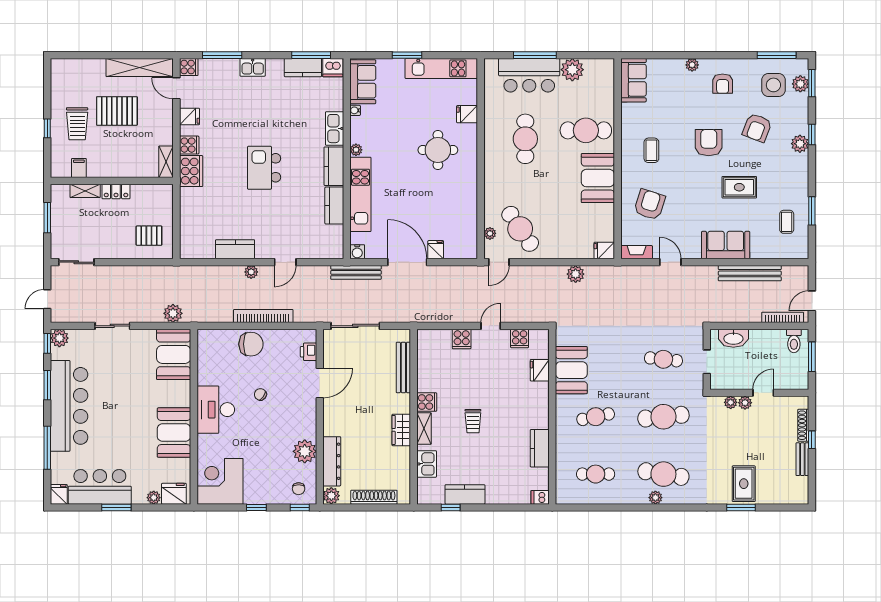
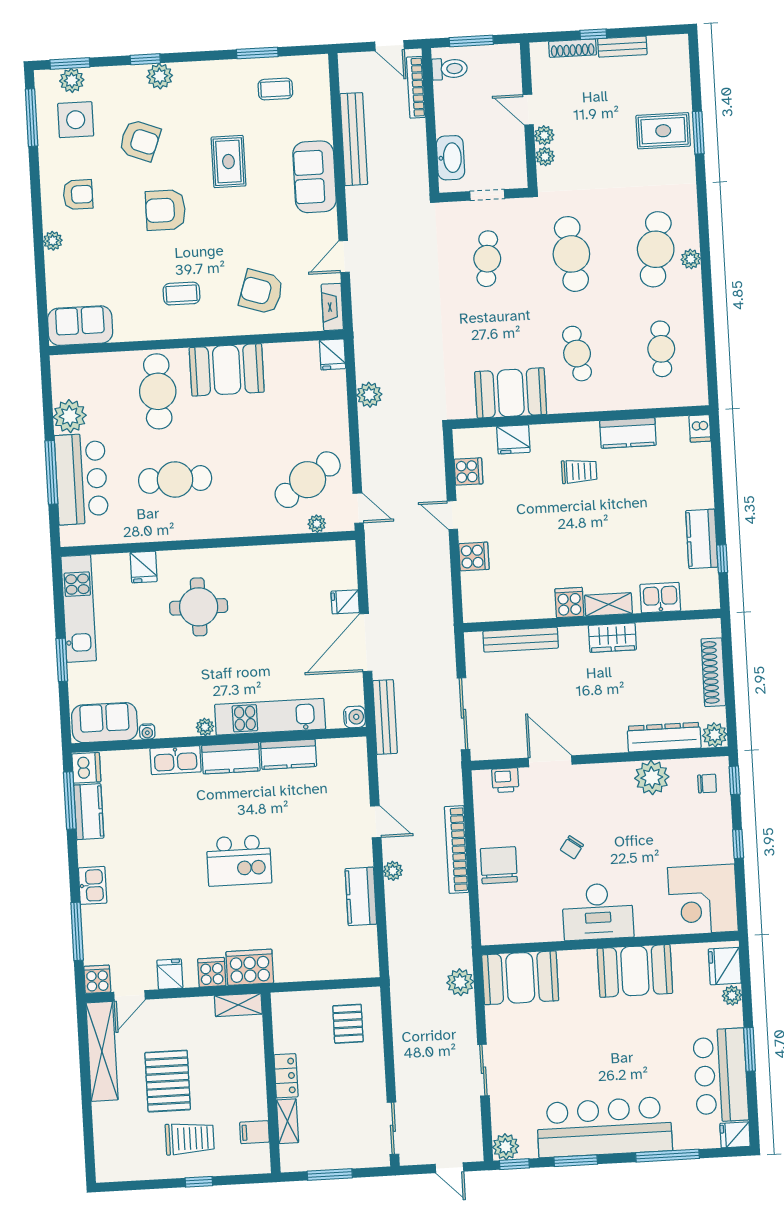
trolley: (473, 421) -> (579, 471), moved

